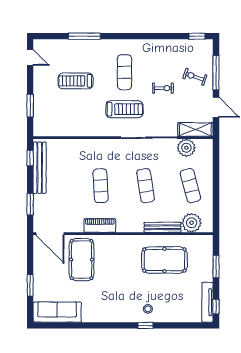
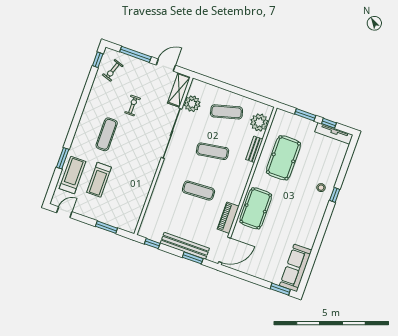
window: (84, 36) -> (63, 158), width x0.69
exercise mat: (124, 72) -> (107, 134), turned 90
exercise bike: (195, 77) -> (113, 70), moved
treadmill: (124, 109) -> (73, 175), moved
bench: (40, 168) -> (185, 246), moved
piano: (100, 225) -> (228, 218), moved
bench: (163, 227) -> (254, 149), width x0.73
pool table: (82, 260) -> (256, 208), moved, turned 90
window: (30, 285) -> (280, 289), moved
window: (216, 307) -> (329, 123), moved

